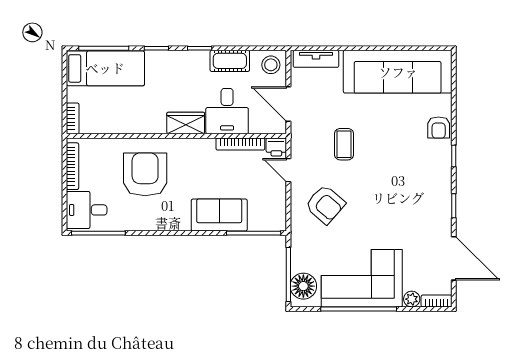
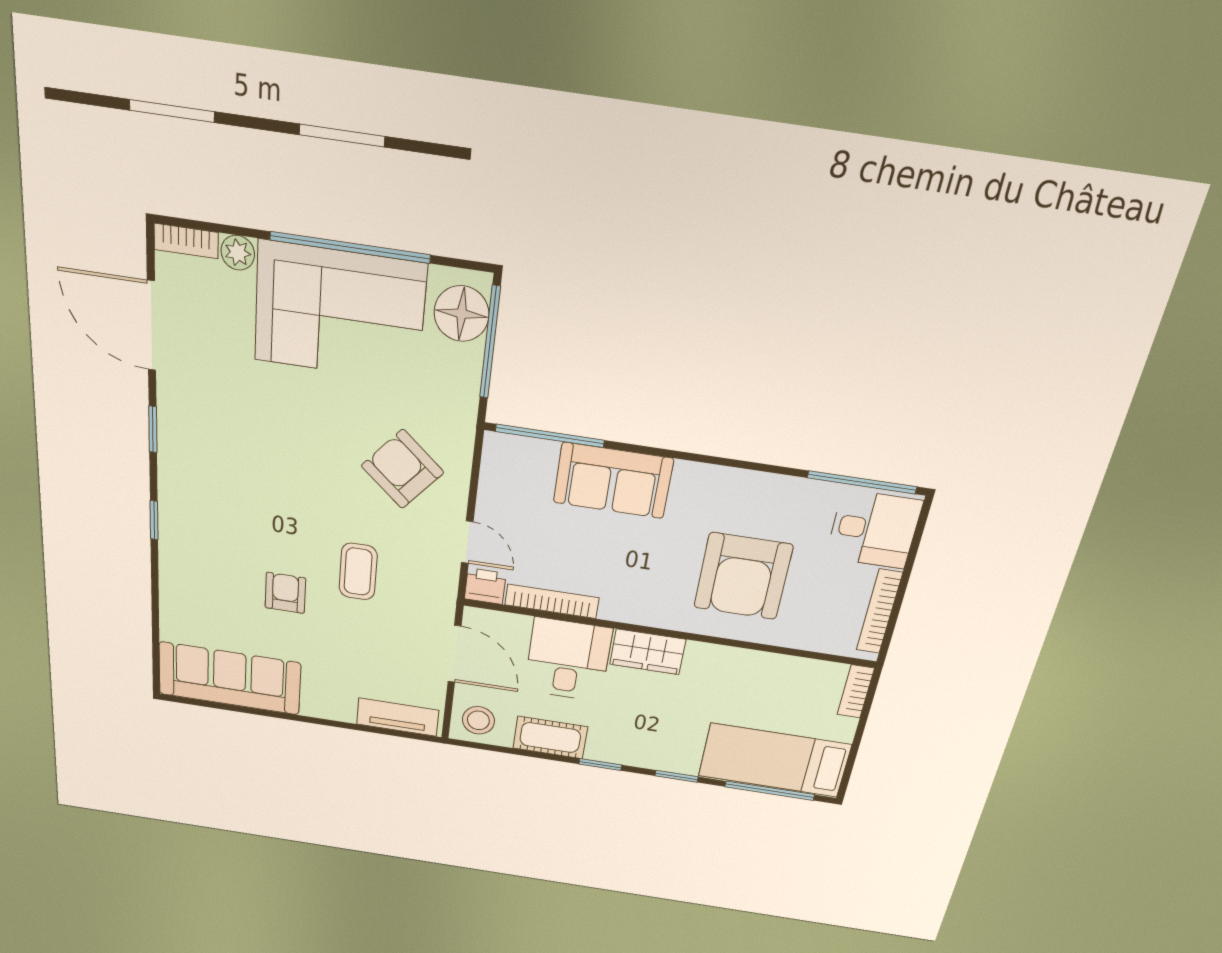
sofa: (398, 72) -> (230, 678), width x0.74, depth x0.79
armchair: (439, 128) -> (285, 593), moved

